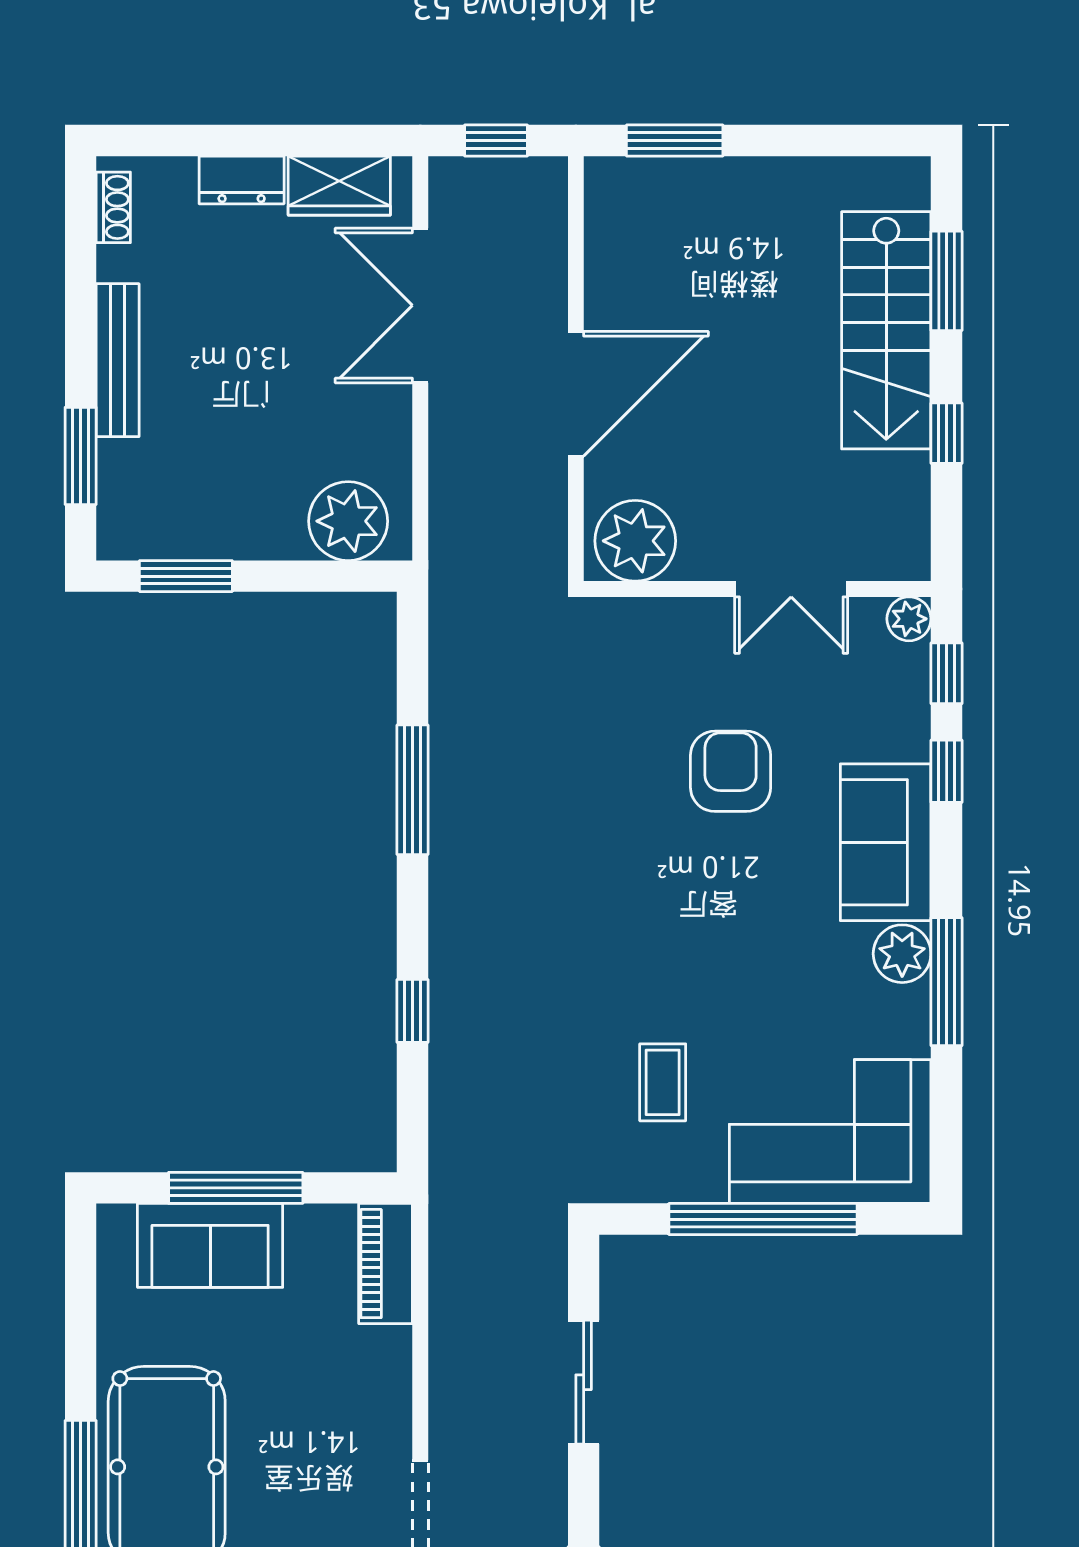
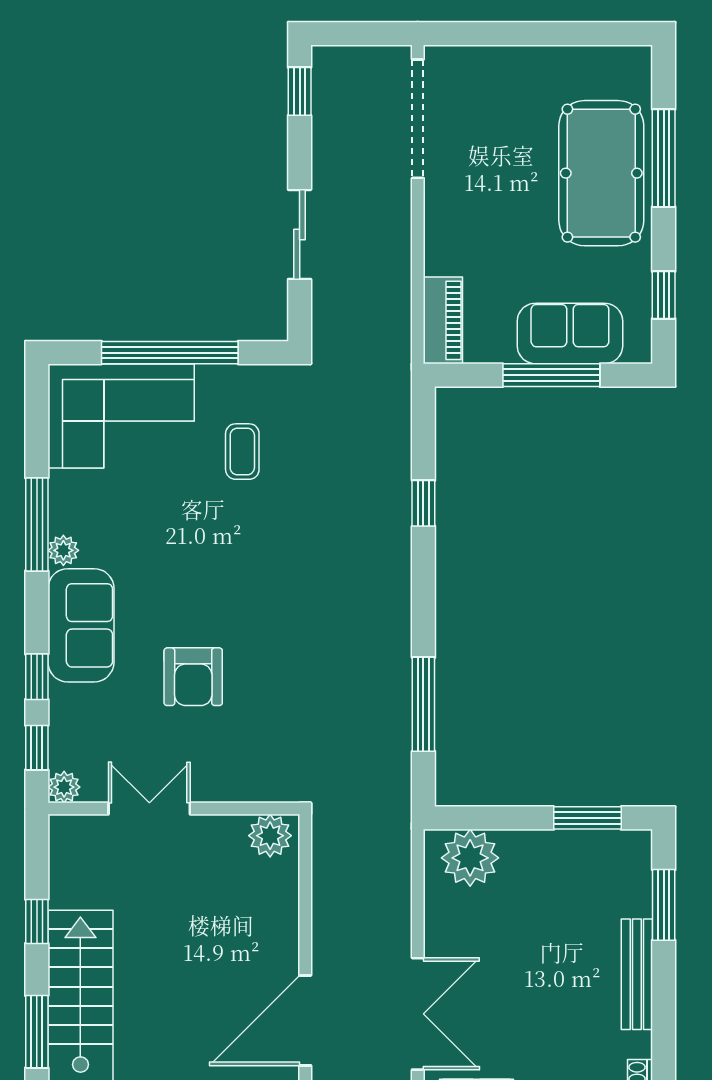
door: (576, 394) -> (305, 1020), moved
plant: (635, 541) -> (270, 836), width x0.73, depth x0.73
window: (412, 790) -> (423, 704), moved
plant: (902, 954) -> (63, 550), width x0.73, depth x0.73
window: (81, 1299) -> (664, 295), added

